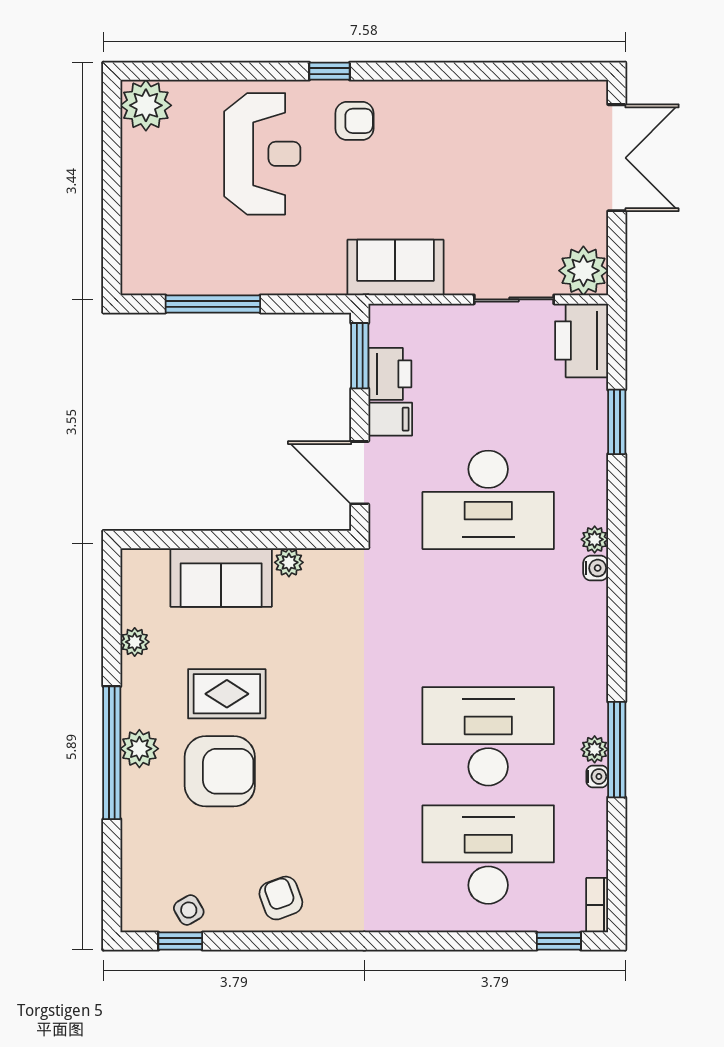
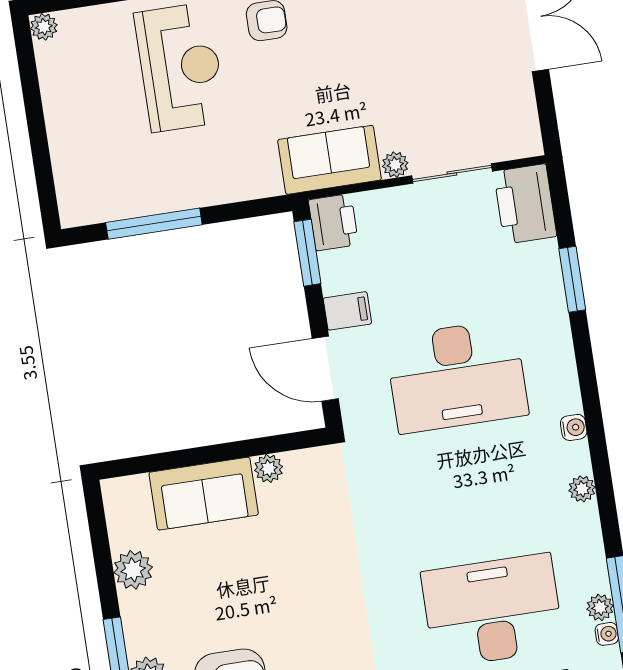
plant: (146, 105) -> (44, 27), width x0.53, depth x0.53
plant: (583, 271) -> (395, 165), moved, width x0.53, depth x0.53
printer: (390, 374) -> (333, 222), moved
plant: (595, 539) -> (582, 489), moved
plant: (135, 642) -> (133, 570), width x1.38, depth x1.38
rug: (227, 694) -> (227, 608), removed

